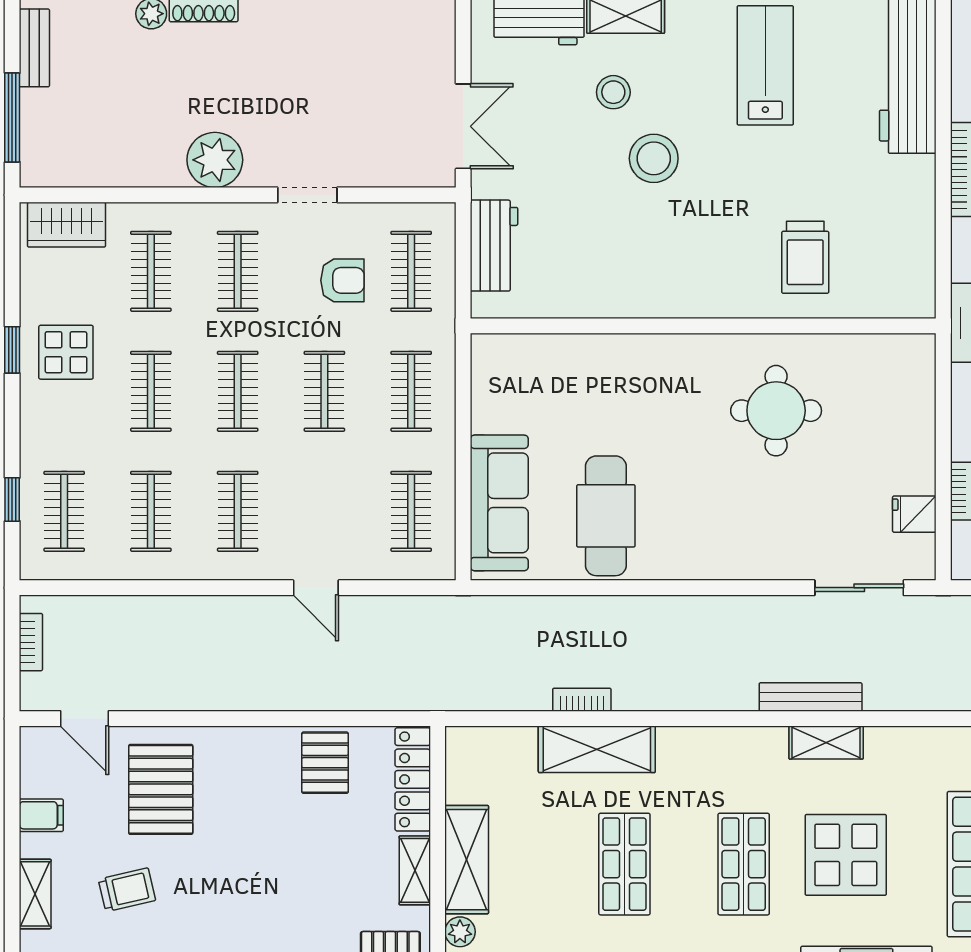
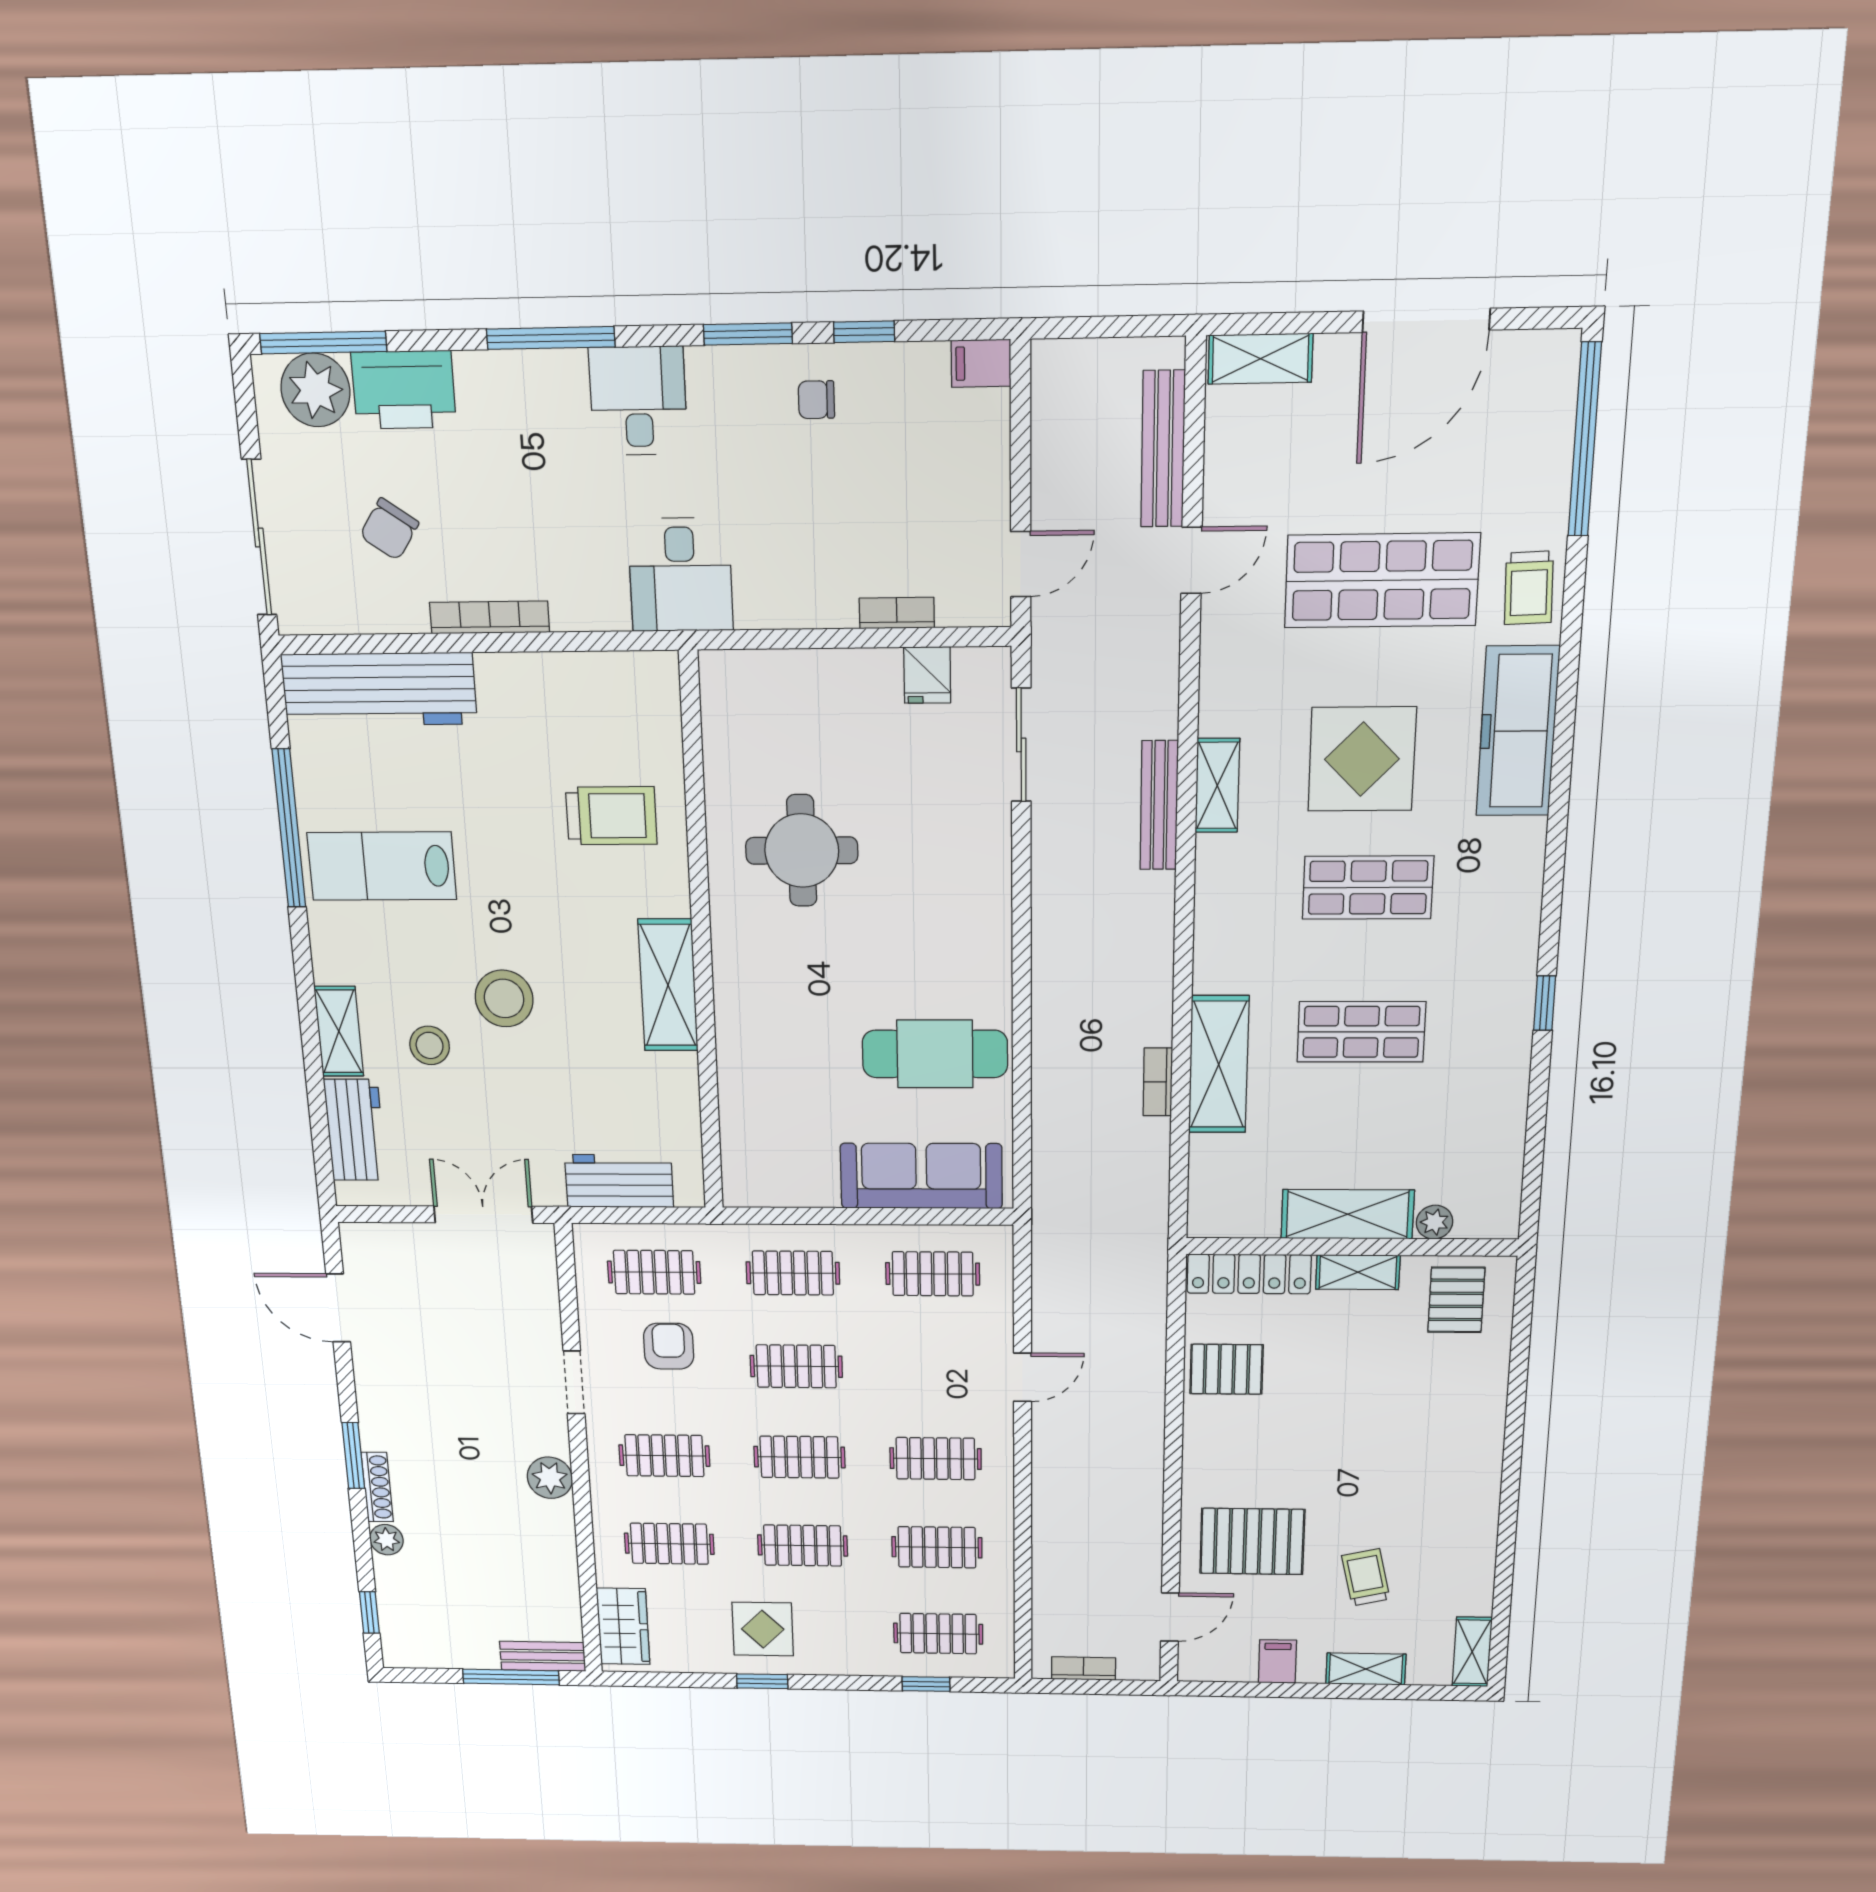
bench: (34, 48) -> (543, 1656), moved
plant: (215, 160) -> (550, 1478), width x0.73, depth x0.73
shelving: (665, 296) -> (668, 985), added

